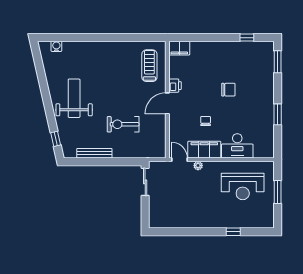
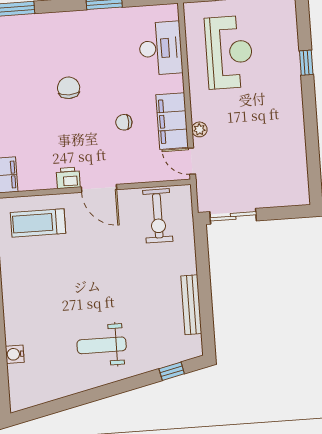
water cooler: (56, 46) -> (15, 354), moved
weight bench: (74, 98) -> (102, 345), width x0.73, depth x0.75
exercise bike: (123, 124) -> (158, 216), moved
desk: (237, 146) -> (161, 48), moved
door: (180, 160) -> (192, 161), hinge flipped

